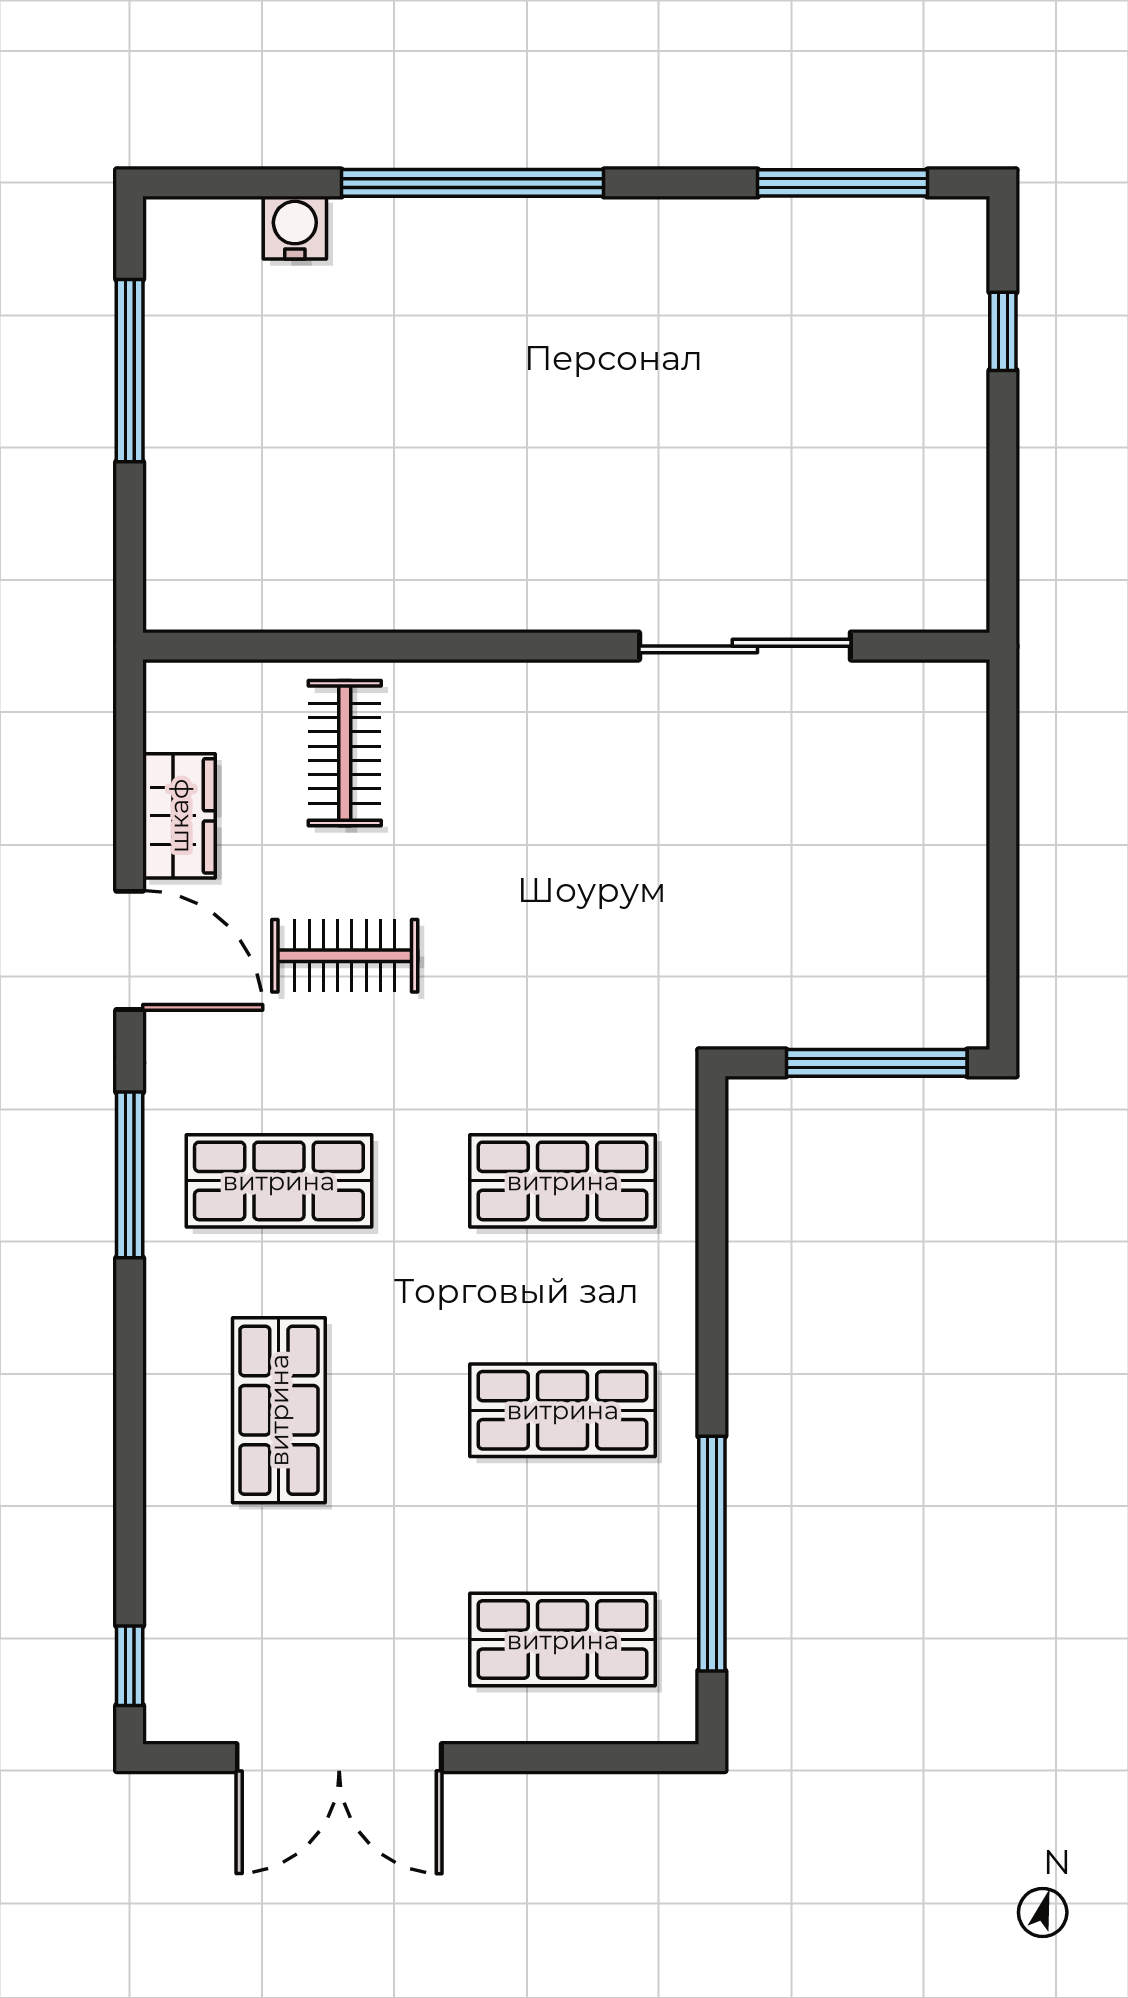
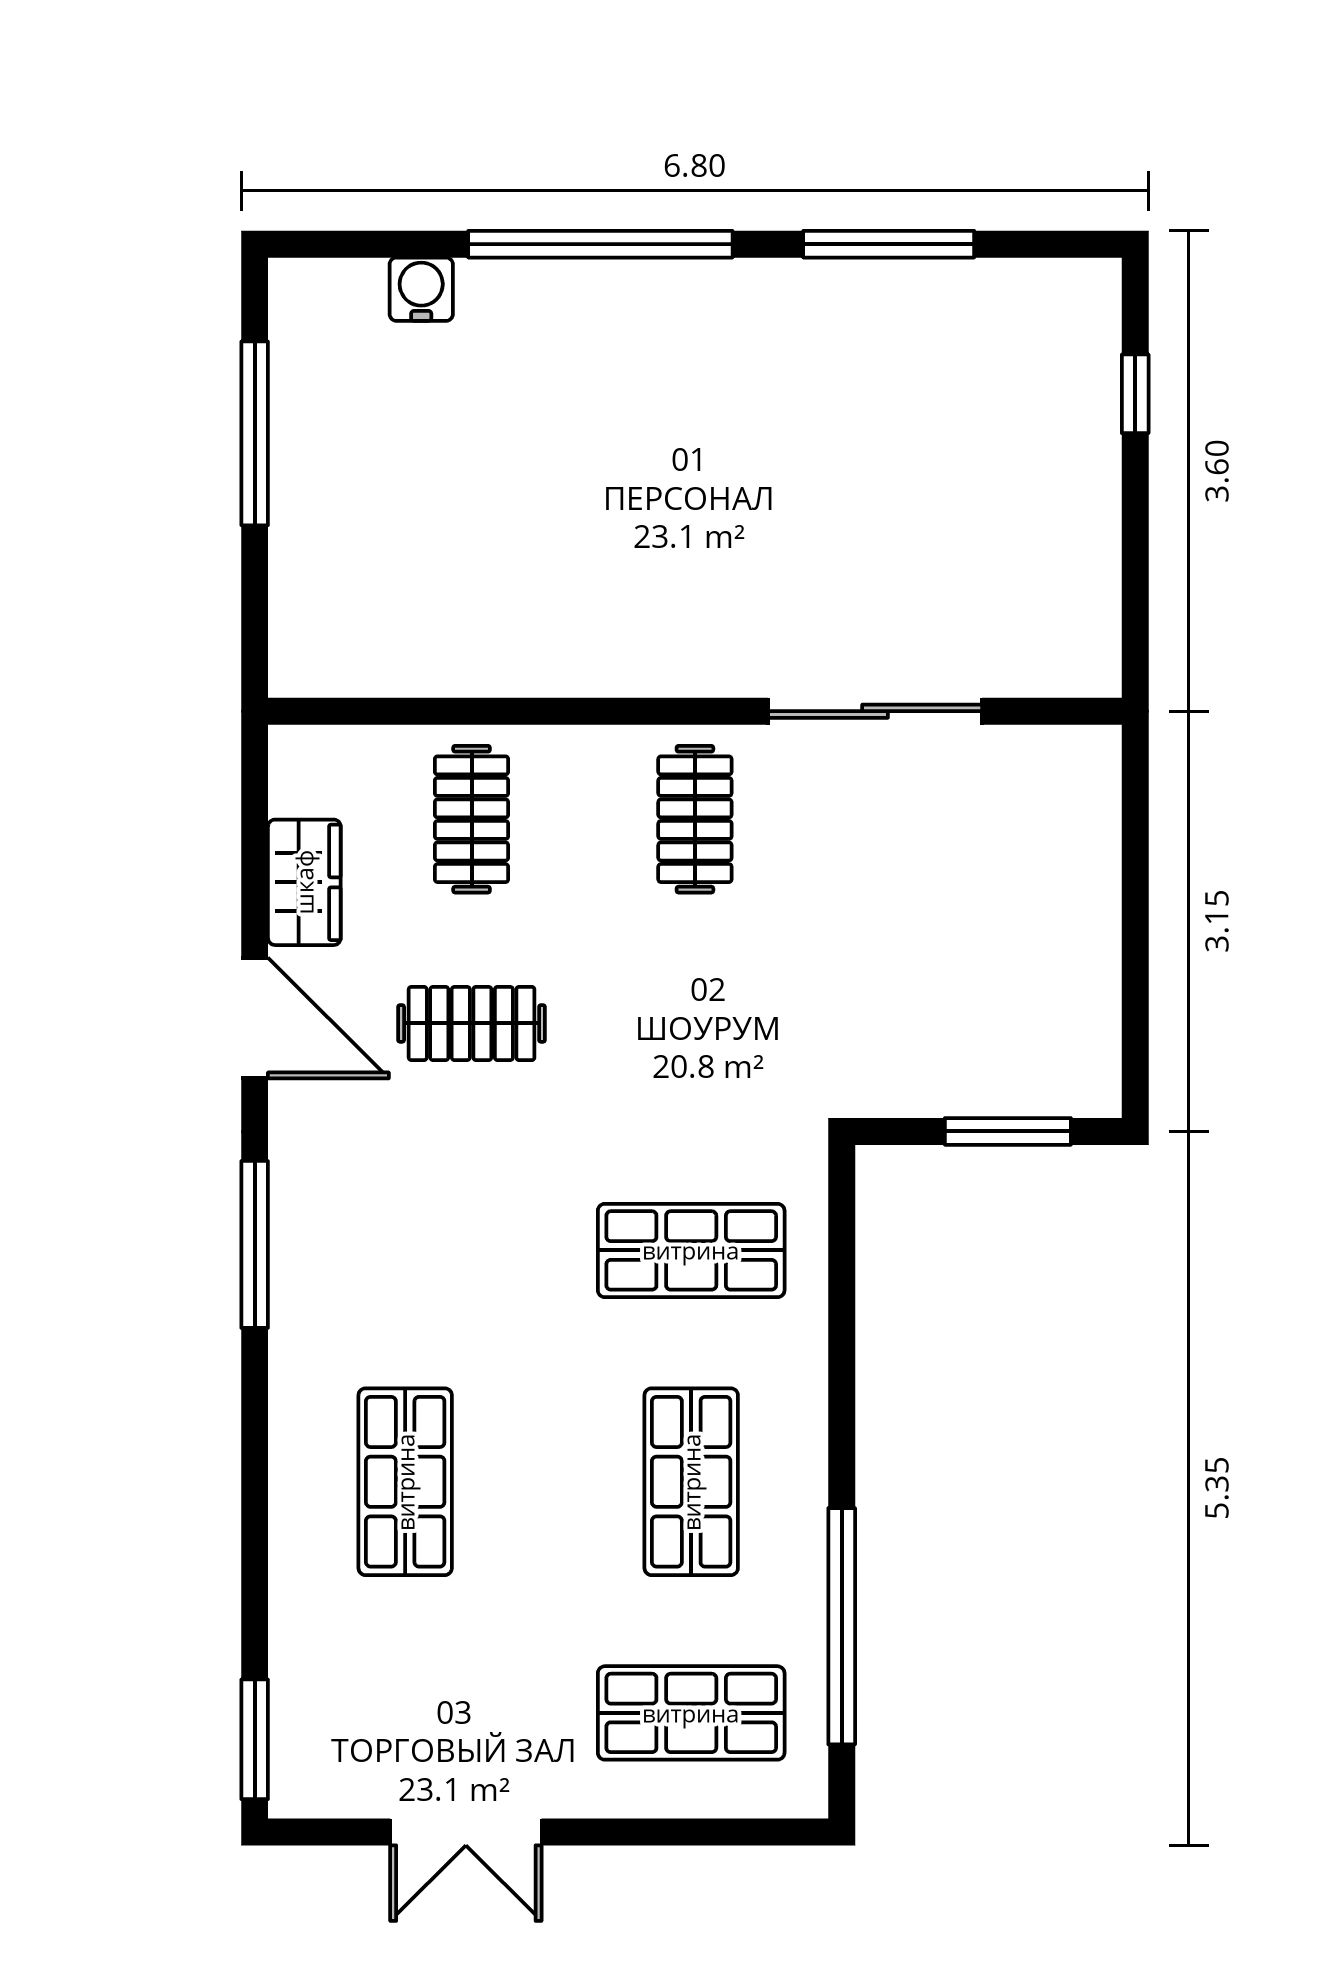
window: (843, 183) -> (889, 244), moved
clothes rail: (566, 753) -> (695, 819), added
window: (877, 1063) -> (1008, 1131), width x0.69
shop shelf: (279, 1181) -> (405, 1250), removed
shop shelf: (563, 1410) -> (691, 1482), turned 90
window: (130, 1666) -> (255, 1739), width x1.50
double door: (339, 1758) -> (466, 1832), width x0.73

